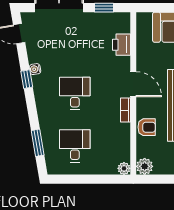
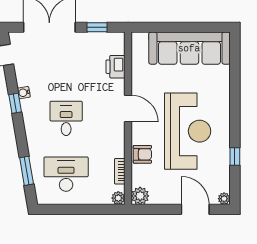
bookcase: (125, 110) -> (120, 171), moved
desk: (75, 146) -> (66, 174), width x1.37

